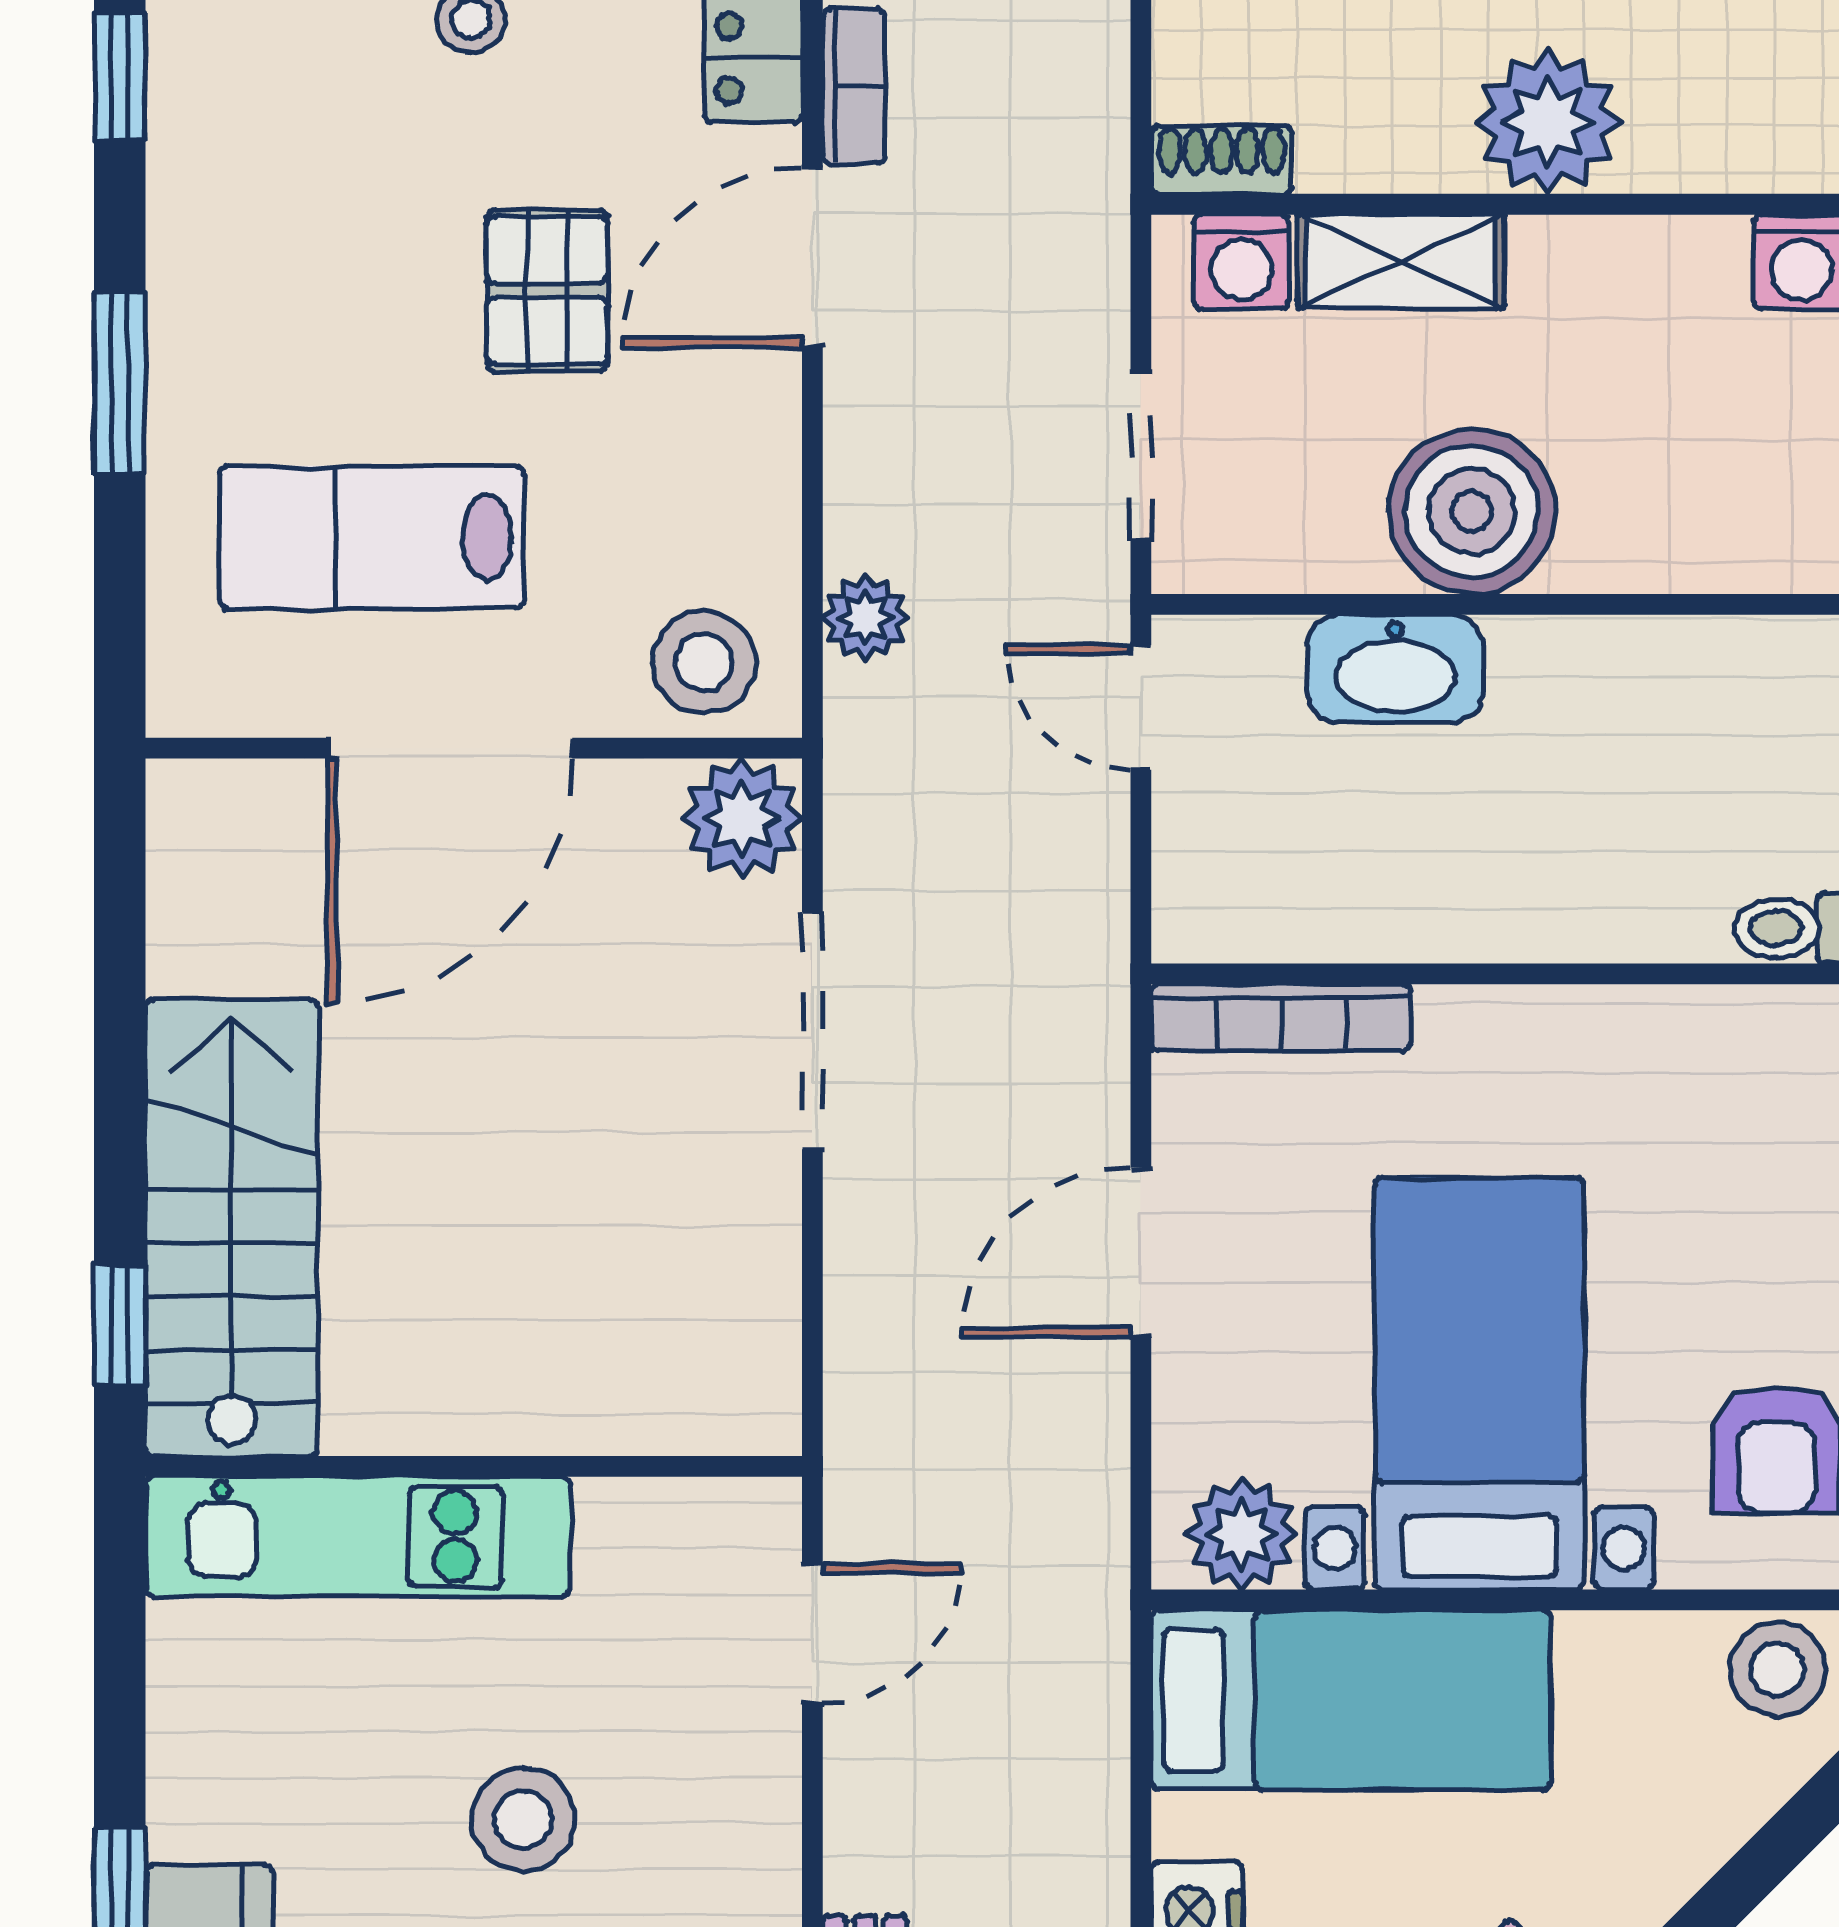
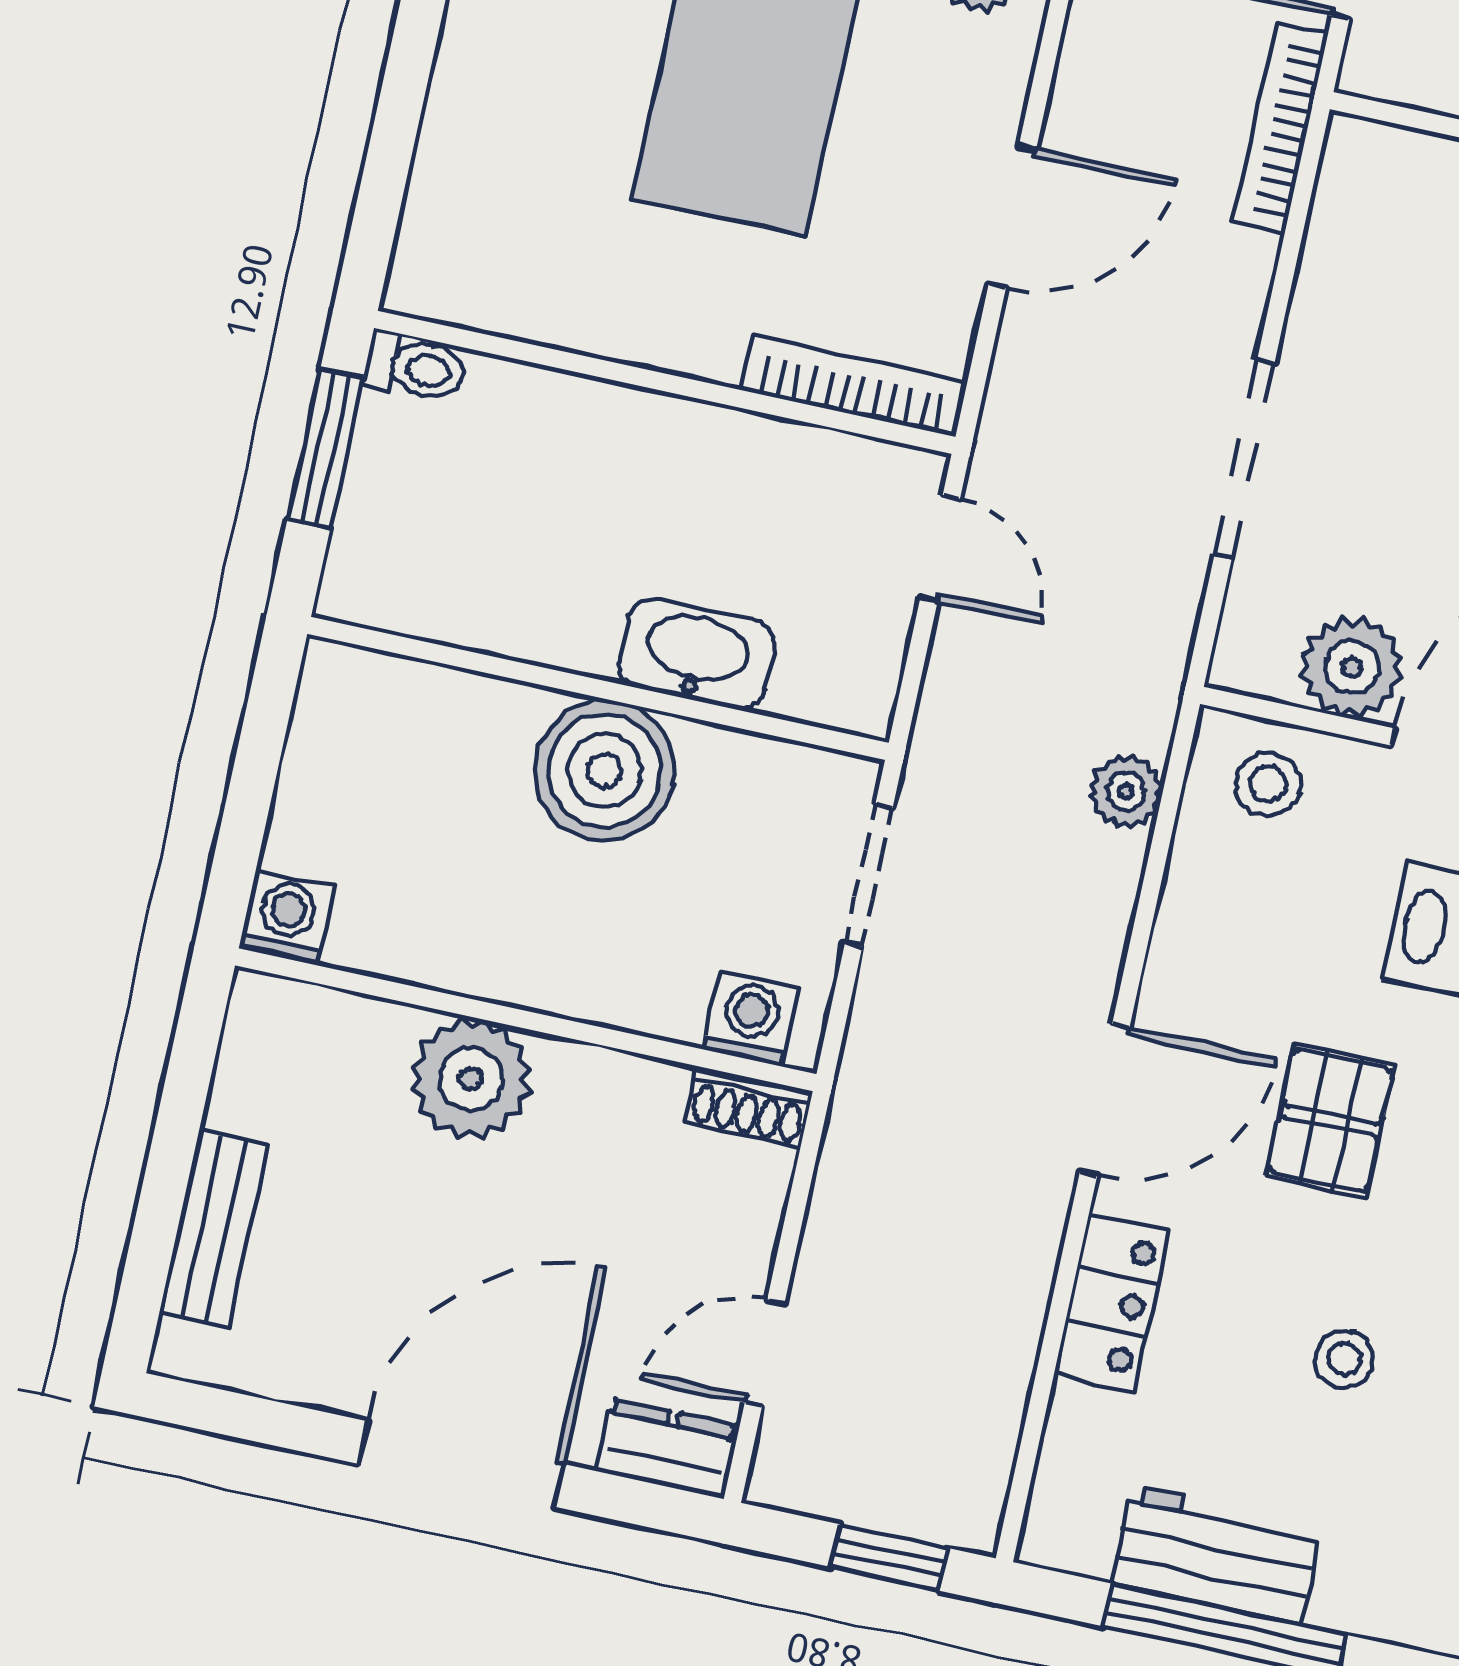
bookcase: (854, 86) -> (1281, 128), moved, width x1.56
shelving: (1401, 261) -> (618, 991), removed
stool: (704, 662) -> (1268, 784), width x0.73, depth x0.73
door: (1141, 708) -> (940, 548), moved
plant: (742, 818) -> (1352, 667), moved

